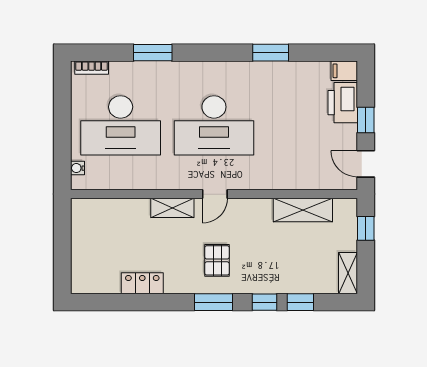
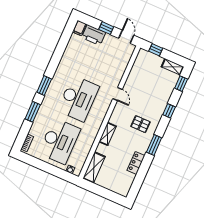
window: (271, 53) -> (44, 86), moved
door: (366, 164) -> (126, 37), swing flipped
door: (215, 194) -> (118, 94), moved
shelving: (303, 210) -> (94, 168), moved
window: (214, 302) -> (154, 145), moved
window: (300, 302) -> (181, 84), moved

